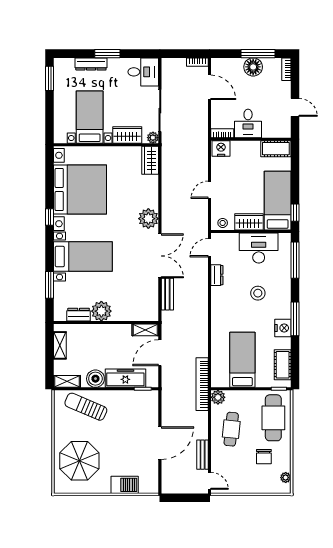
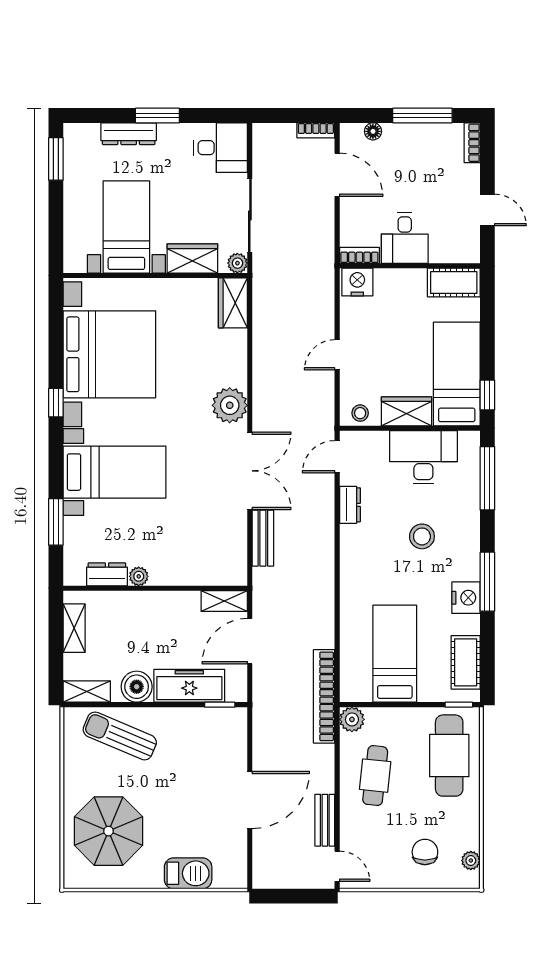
floor lamp: (253, 67) -> (373, 131), moved, width x0.53, depth x0.53
plant: (101, 311) -> (139, 576), width x0.53, depth x0.53
chair: (264, 457) -> (425, 852), moved, turned 180

